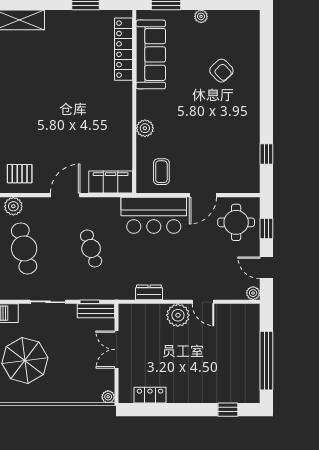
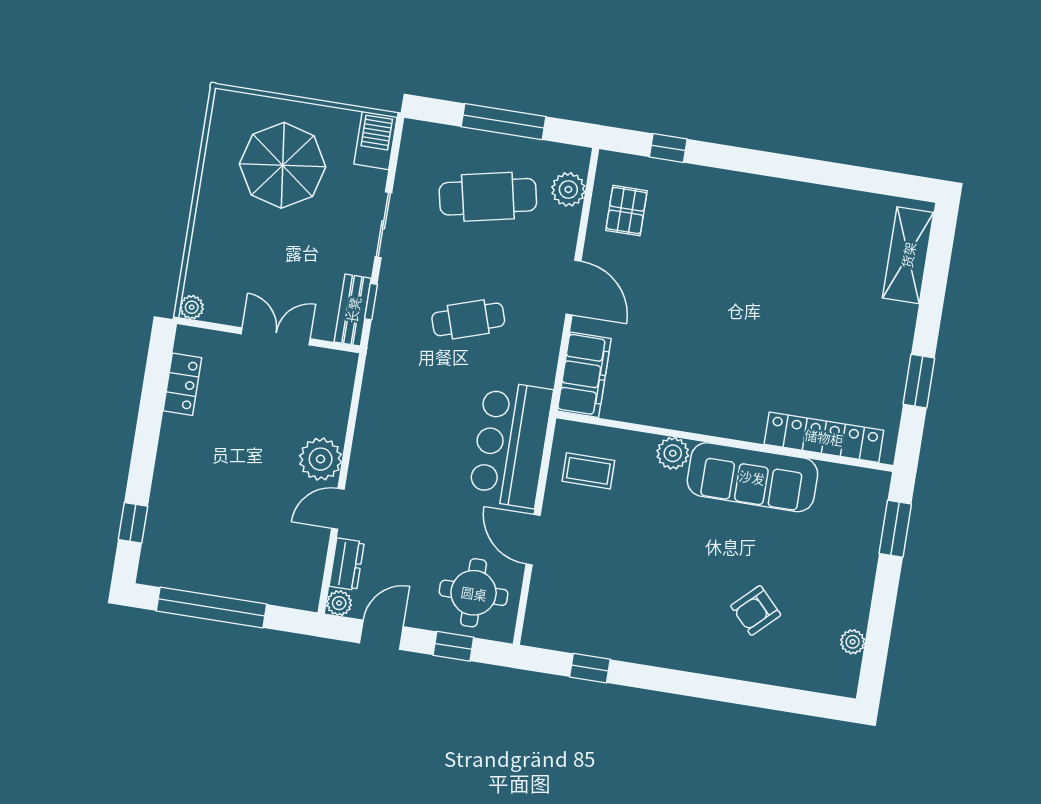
plant: (201, 16) -> (853, 642), moved
sofa: (151, 54) -> (752, 477), moved
dresser: (149, 292) -> (347, 564), moved

